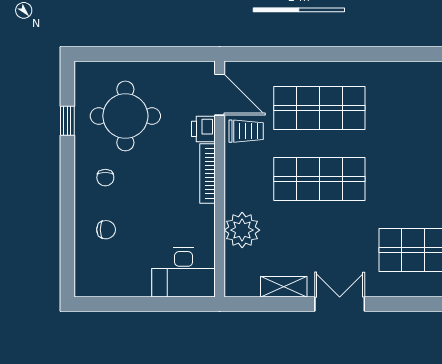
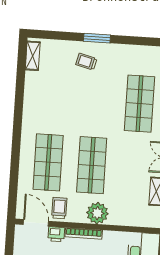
door: (220, 95) -> (36, 223), hinge flipped
plant: (242, 230) -> (97, 213), moved

